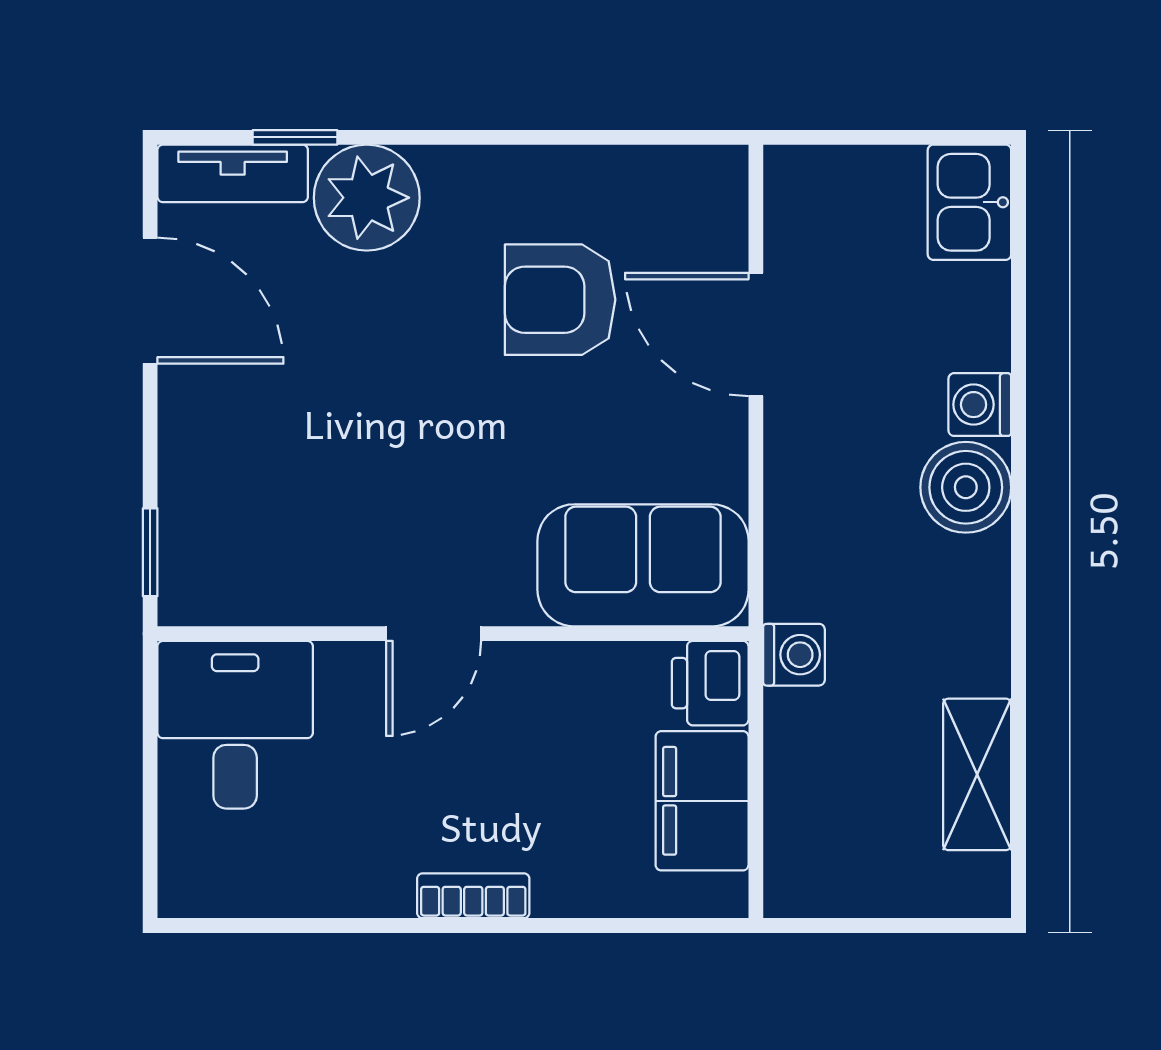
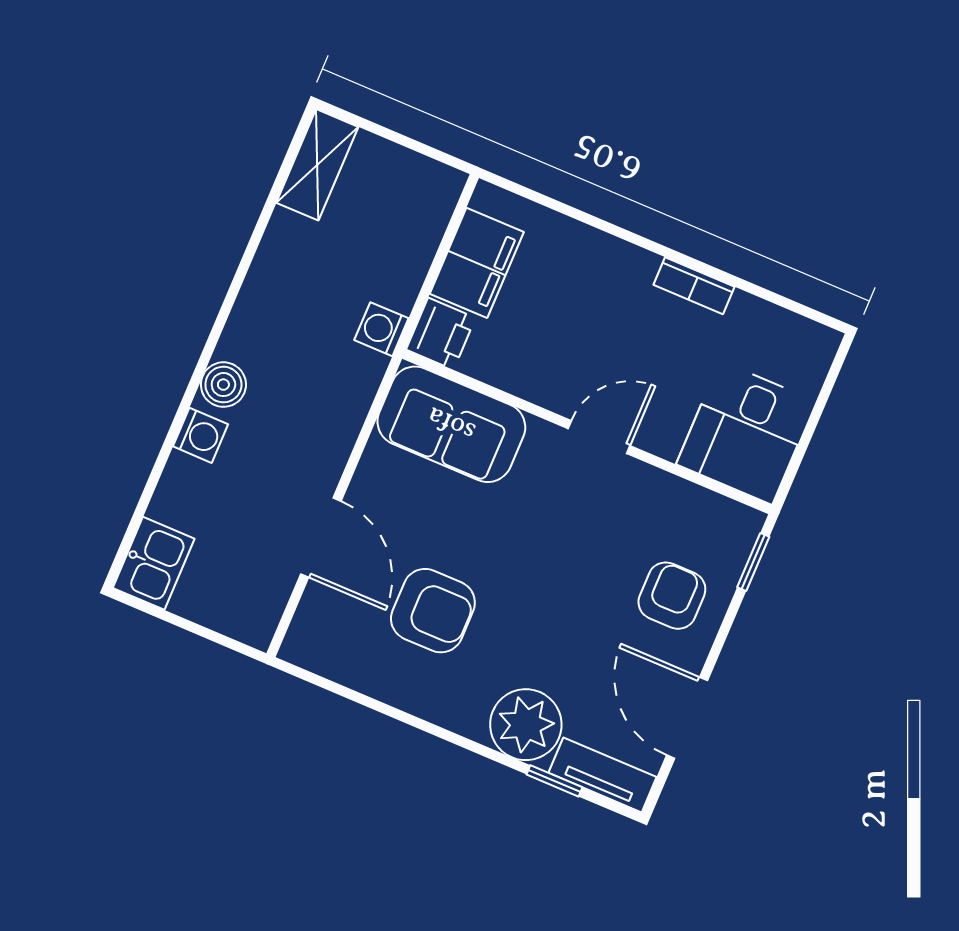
armchair: (242, 459) -> (672, 596), added
boiler: (966, 487) -> (223, 385), width x0.73, depth x0.73
shelving: (977, 774) -> (317, 165), moved
bookcase: (473, 896) -> (694, 286), moved

